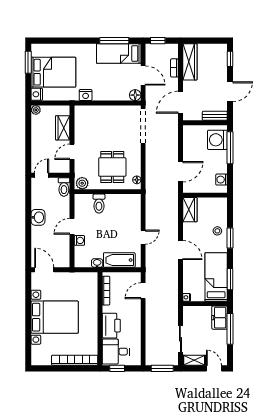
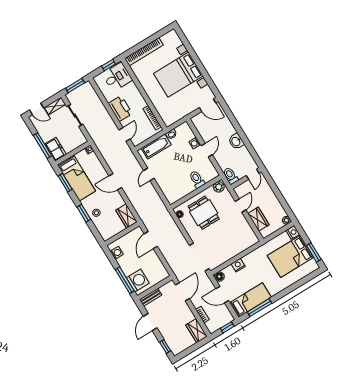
wardrobe: (190, 62) -> (196, 331), width x0.67
nightstand: (86, 95) -> (238, 265), moved
printer: (111, 326) -> (120, 108), moved, turned 180

